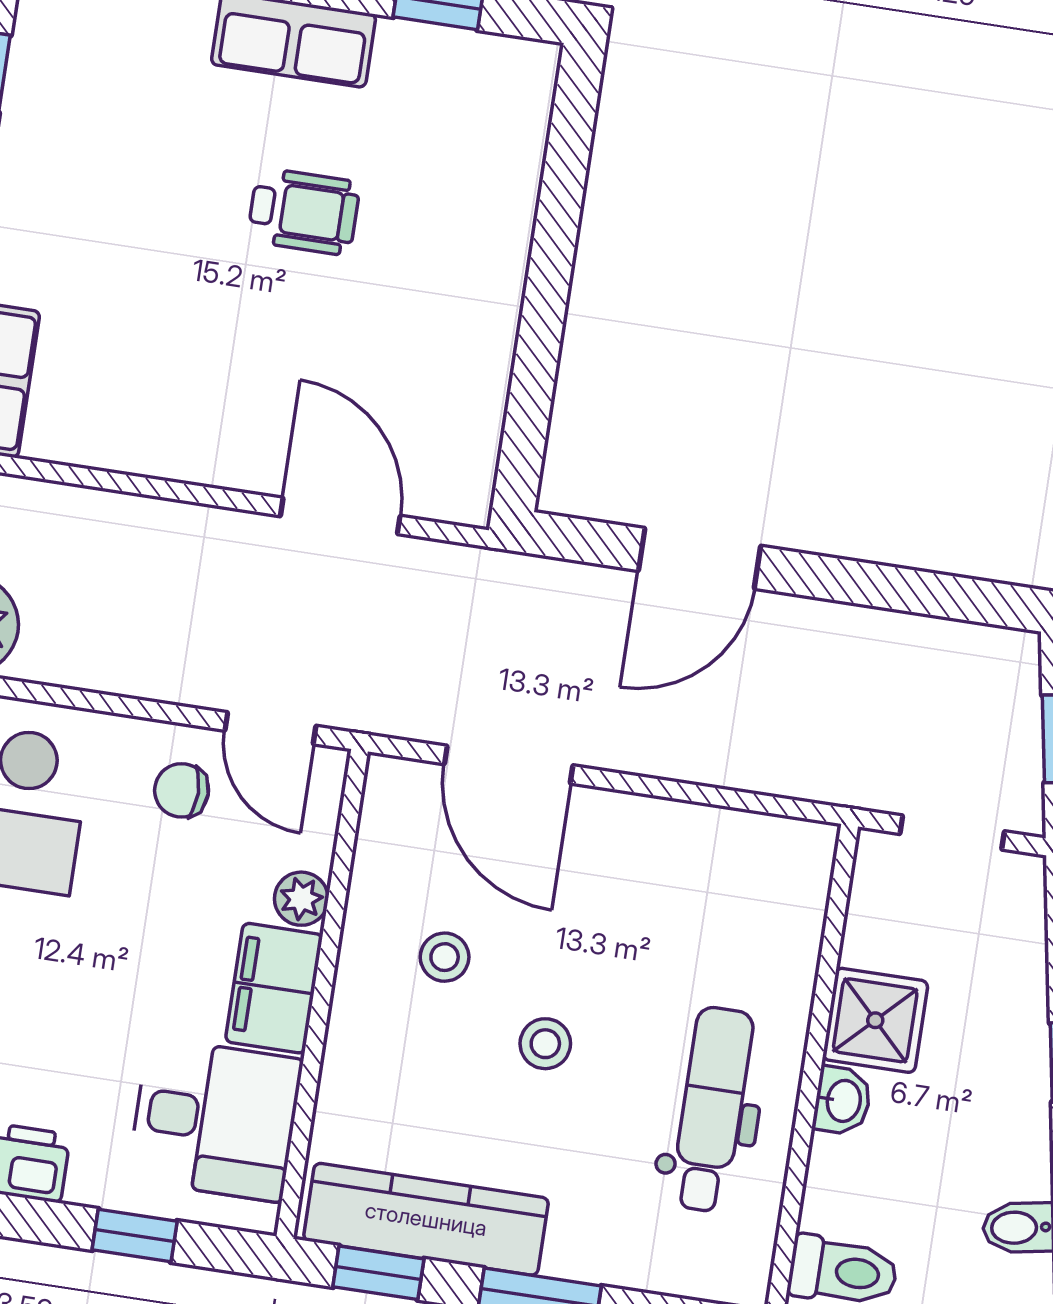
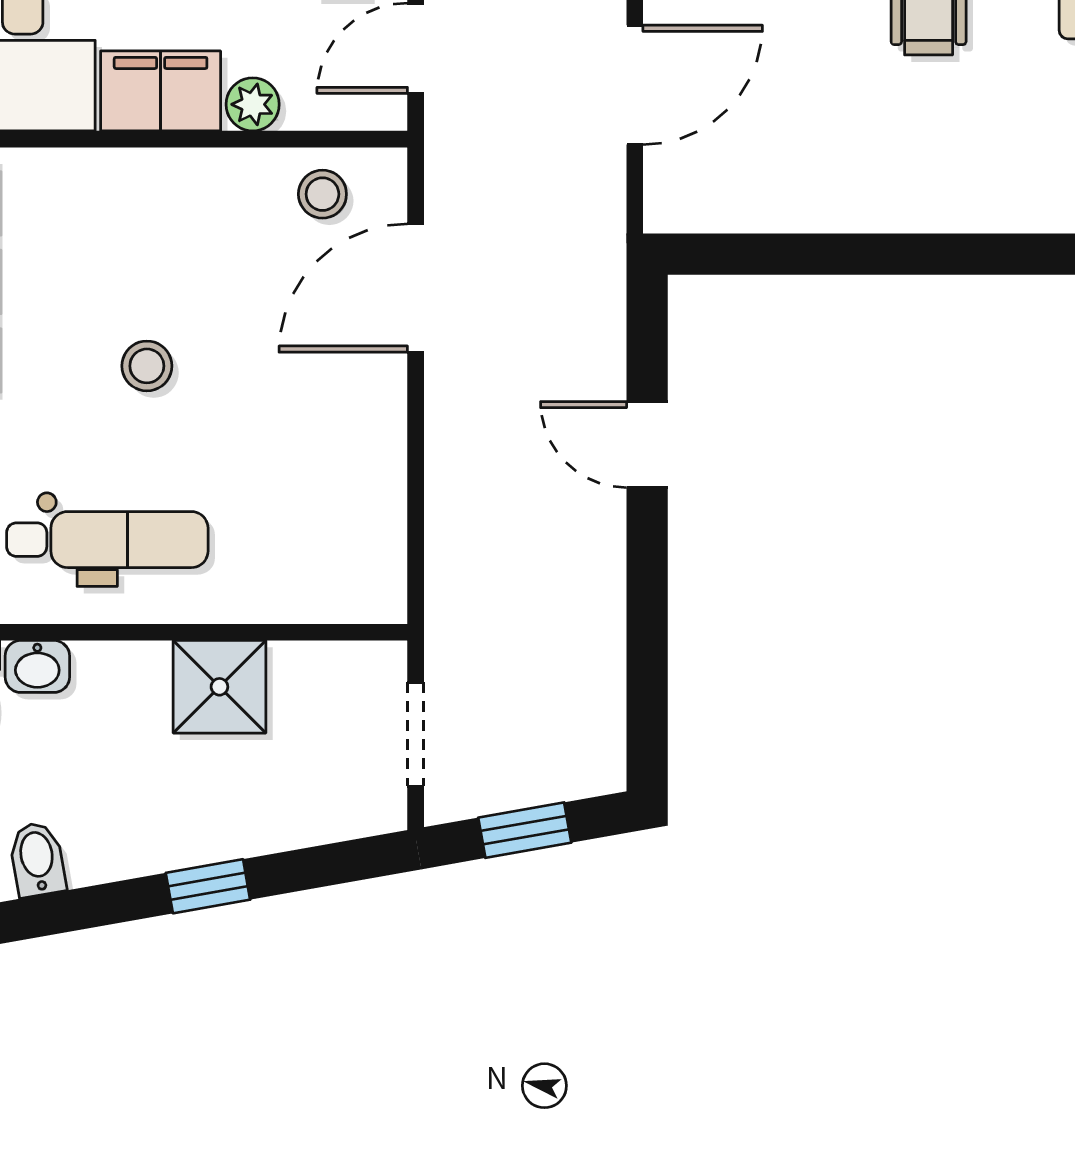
door: (699, 558) -> (647, 445), width x0.73
stool: (445, 957) -> (322, 194), moved
washbasin: (842, 1101) -> (37, 666), moved

